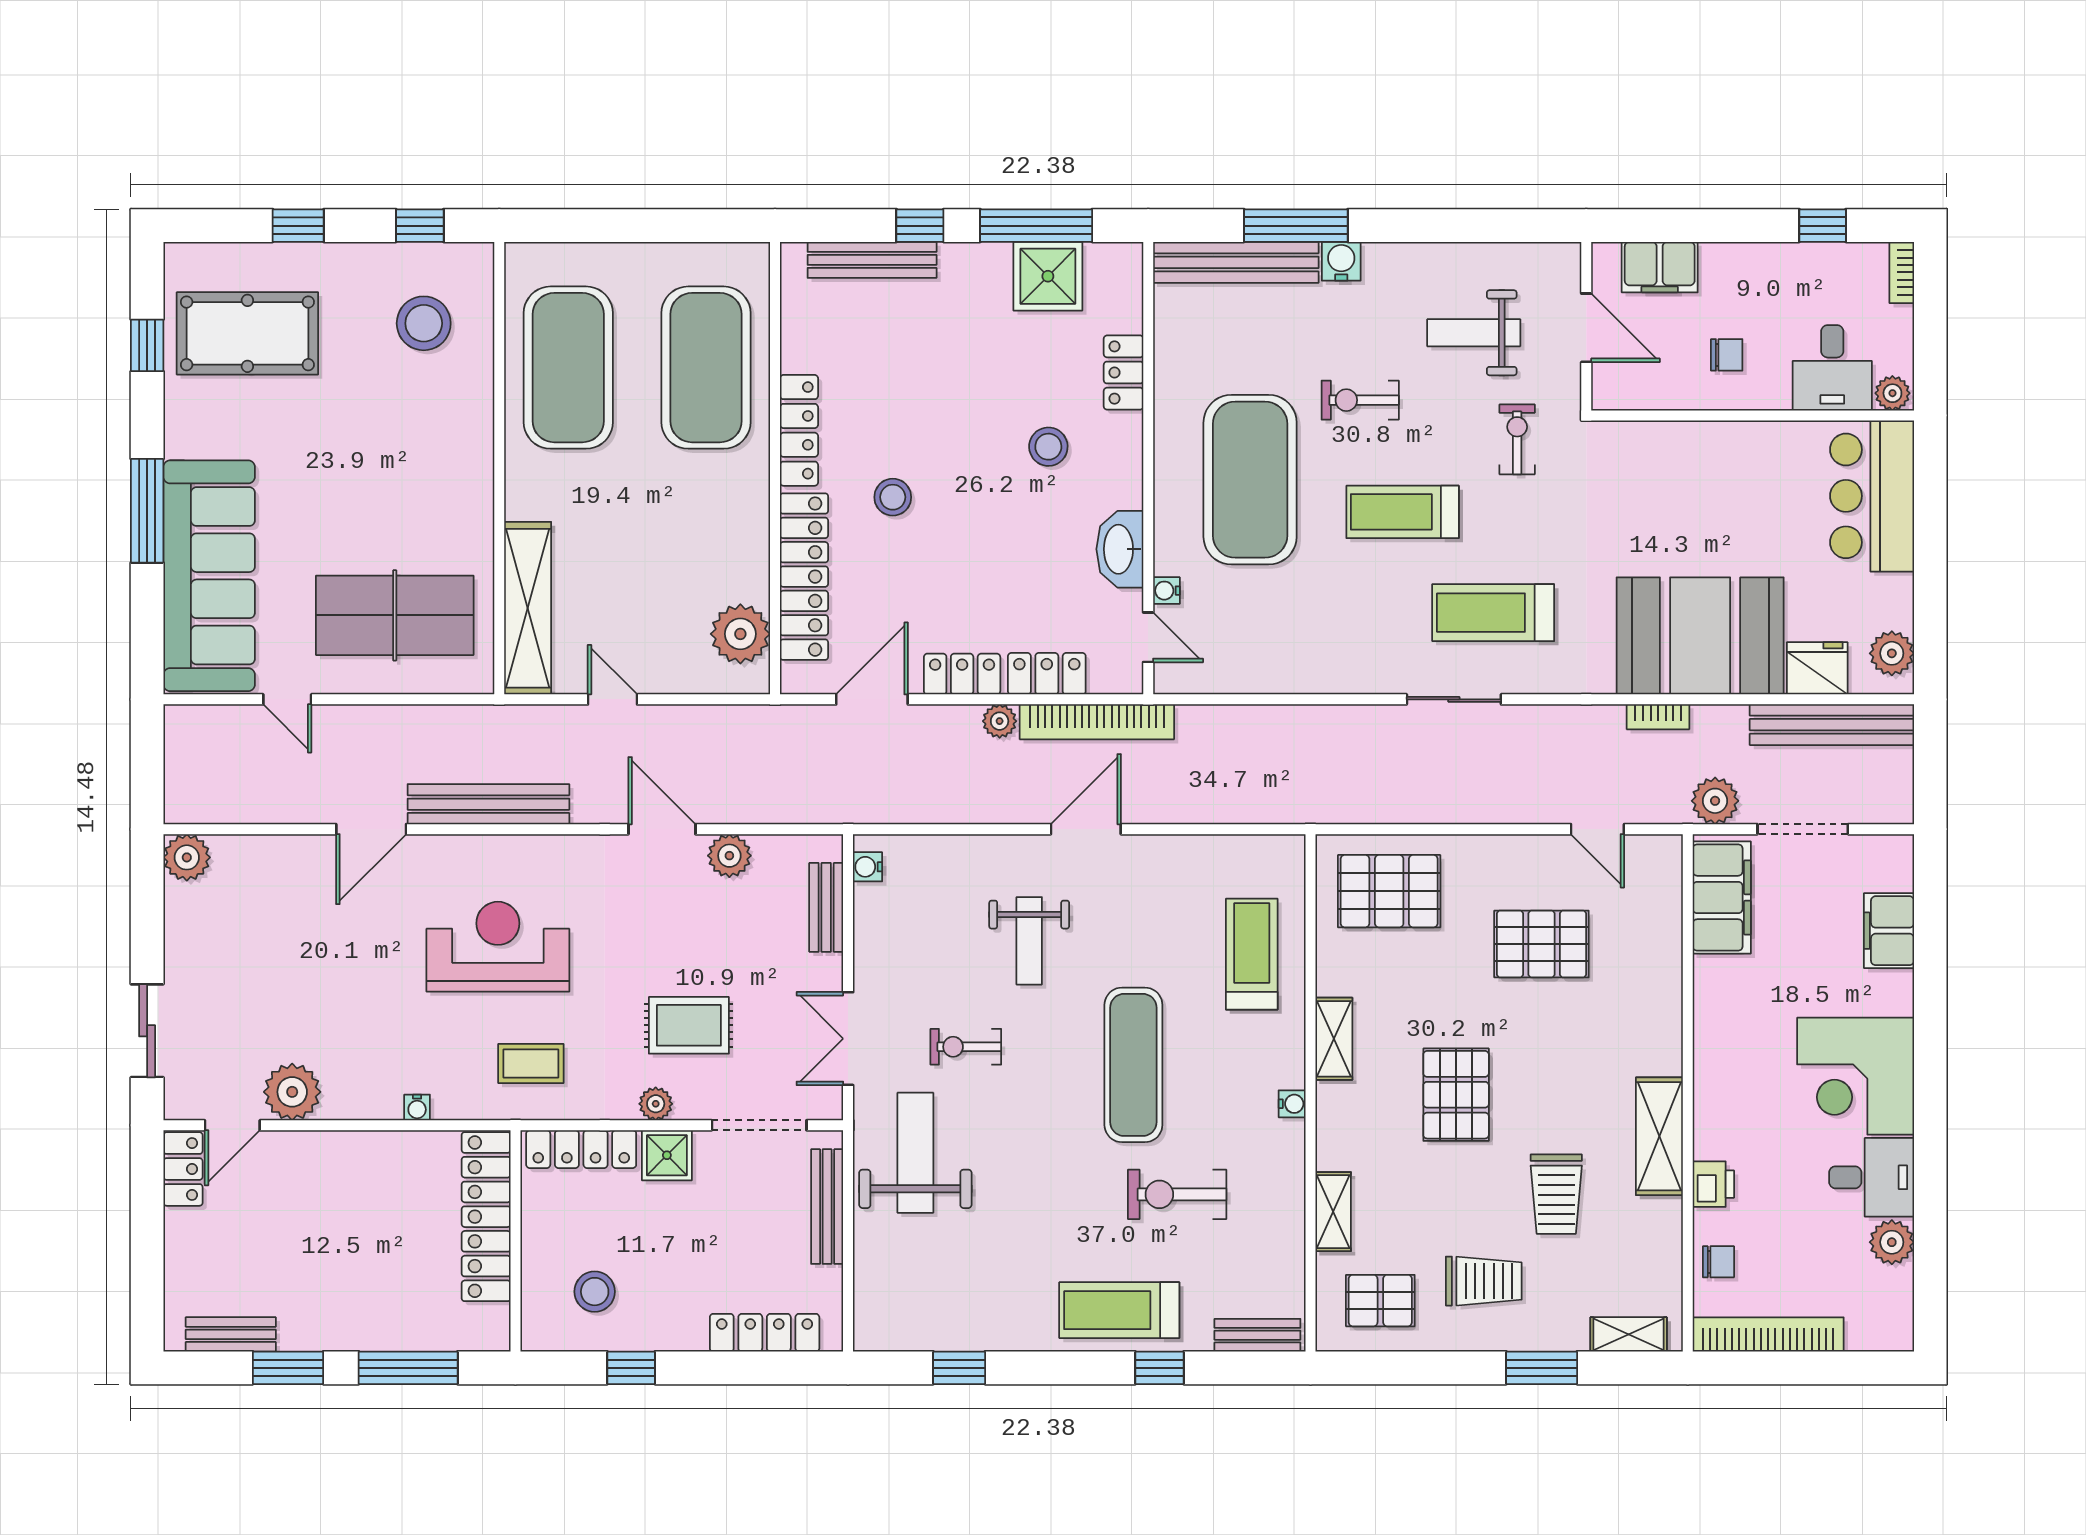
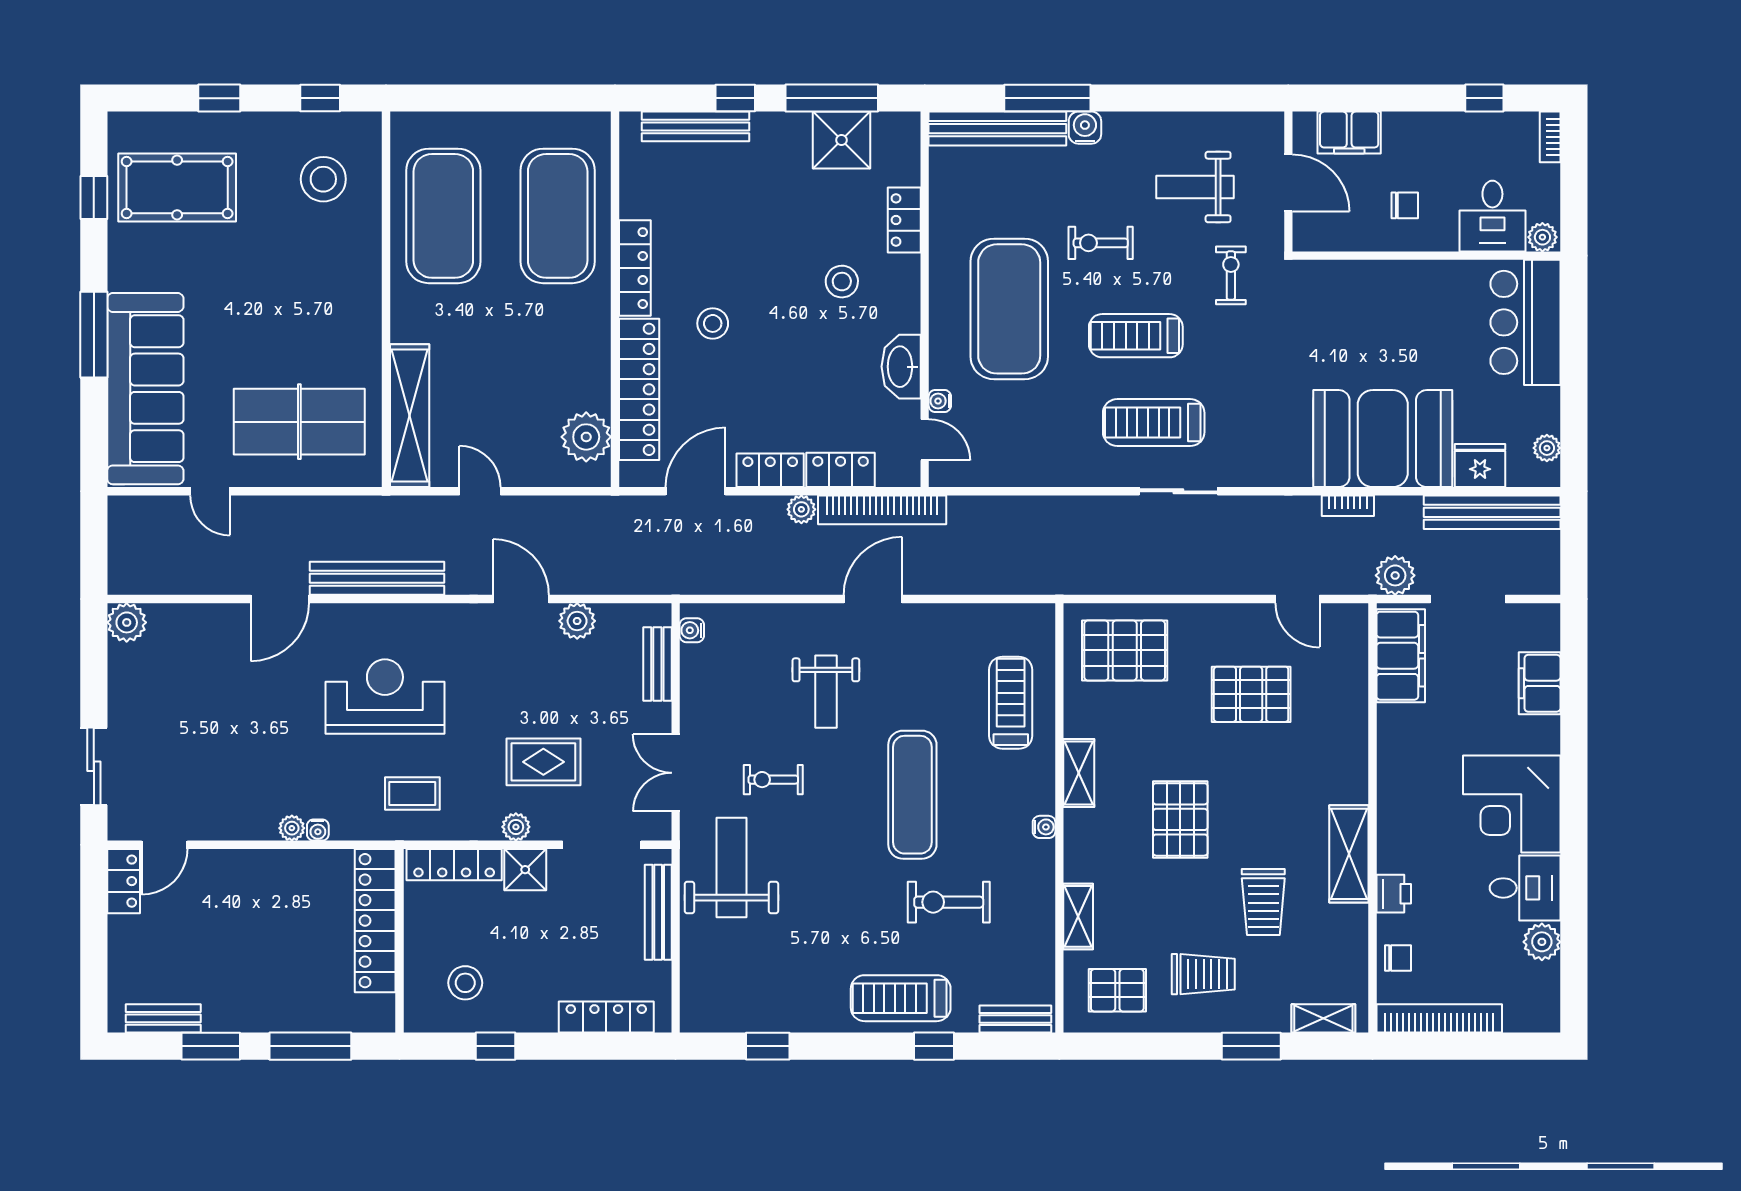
treadmill: (1493, 613) -> (1154, 423), moved
plant: (1892, 653) -> (1547, 448), width x0.73, depth x0.73
plant: (292, 1092) -> (292, 828), moved, width x0.53, depth x0.53

